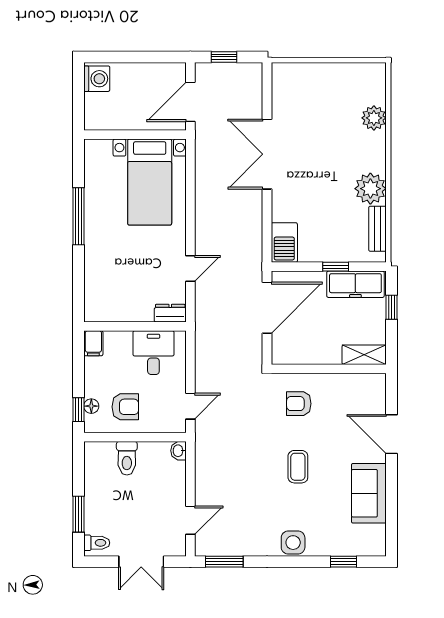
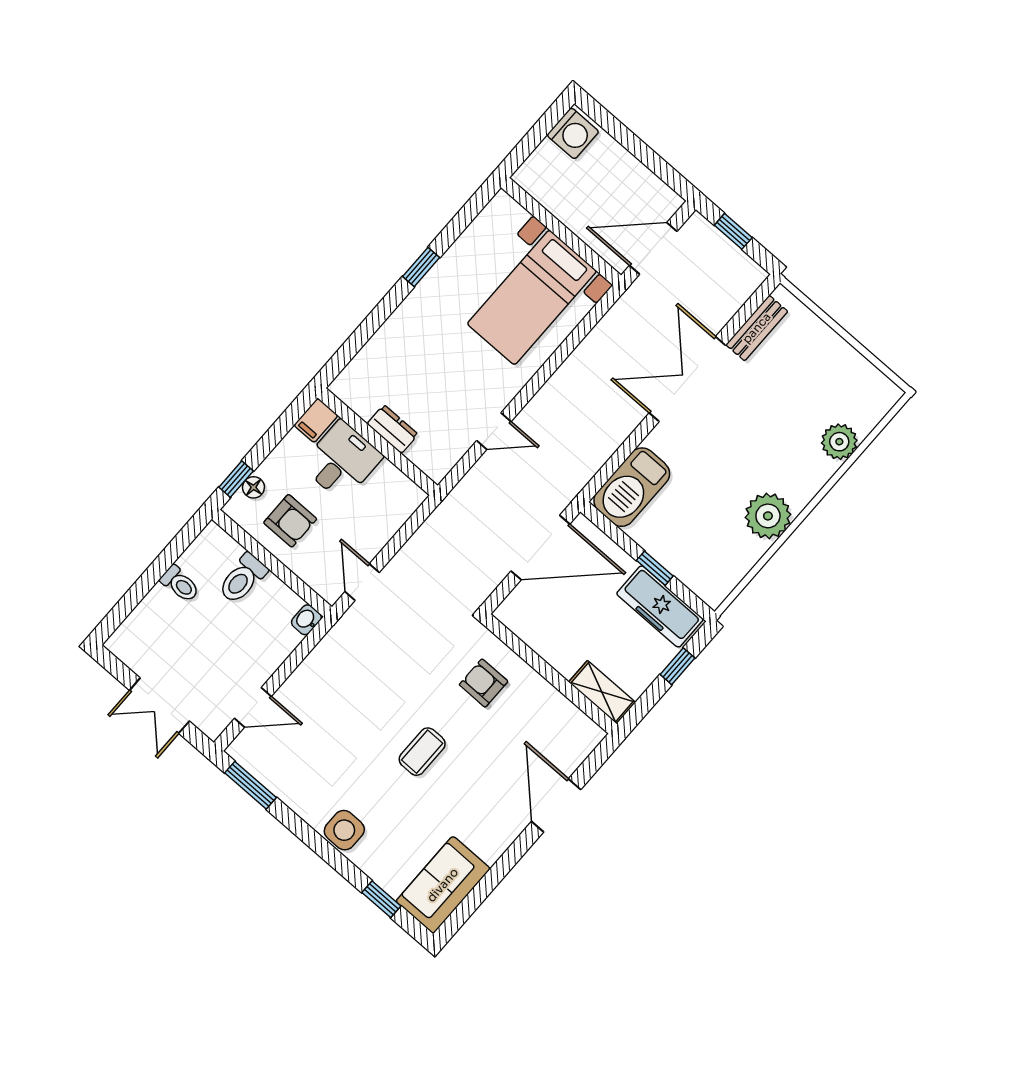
window: (79, 216) -> (421, 267), width x0.46
bench: (378, 229) -> (757, 328), moved
barbecue: (284, 243) -> (632, 487), width x1.37, depth x1.21
dresser: (170, 313) -> (392, 429), moved
desk: (153, 353) -> (342, 461), moved
door: (190, 406) -> (362, 582), swing flipped
sofa: (369, 493) -> (443, 885), moved
window: (79, 514) -> (136, 594), removed
toilet: (97, 543) -> (180, 584), moved

